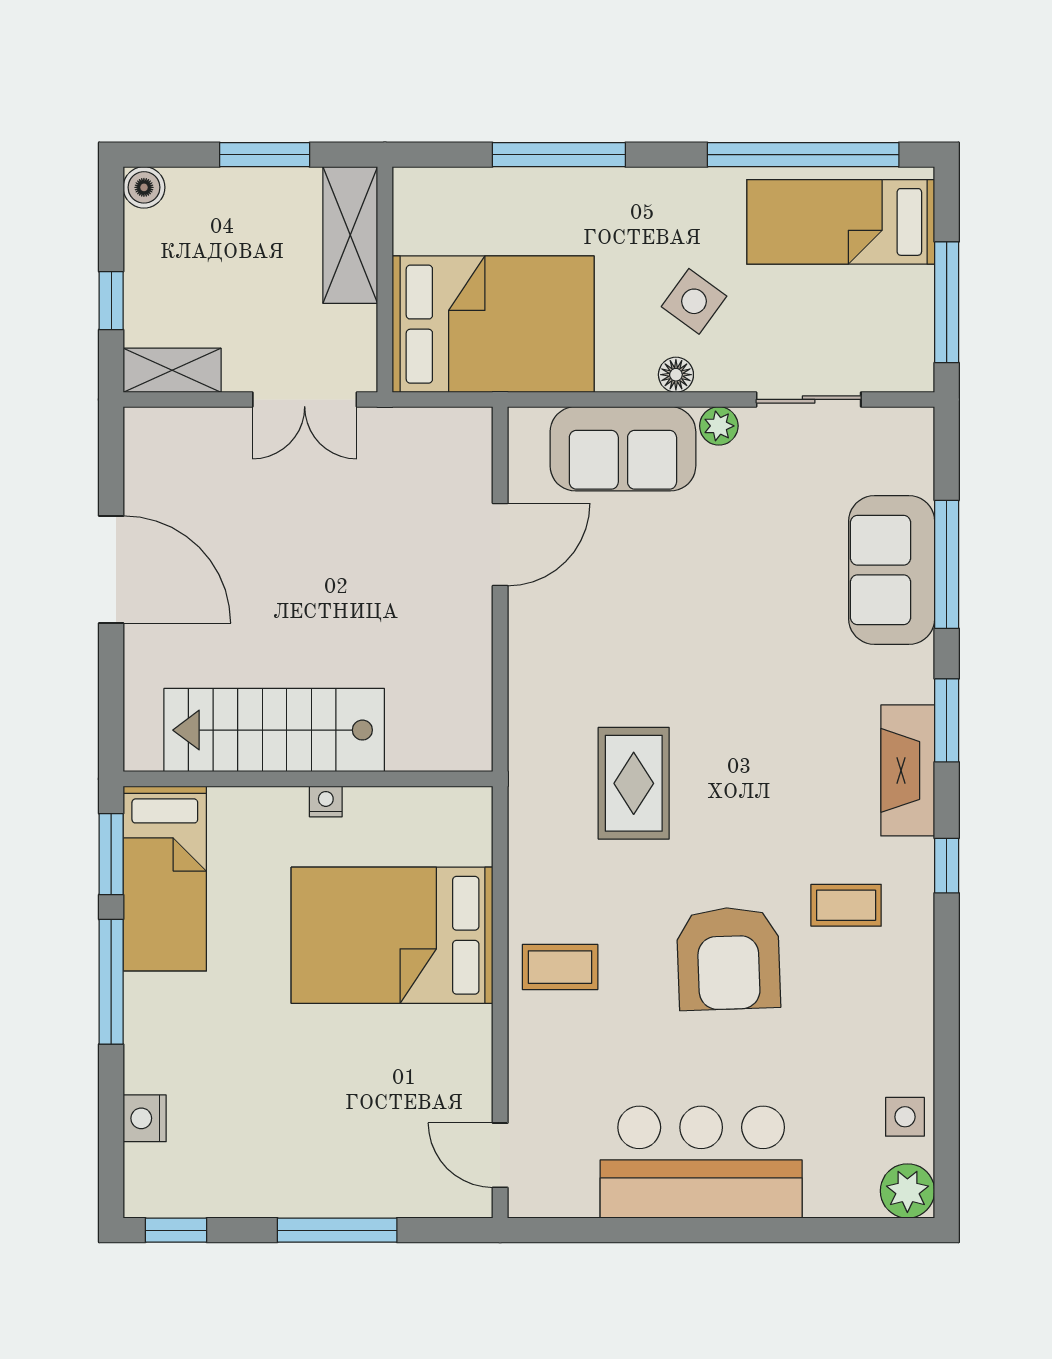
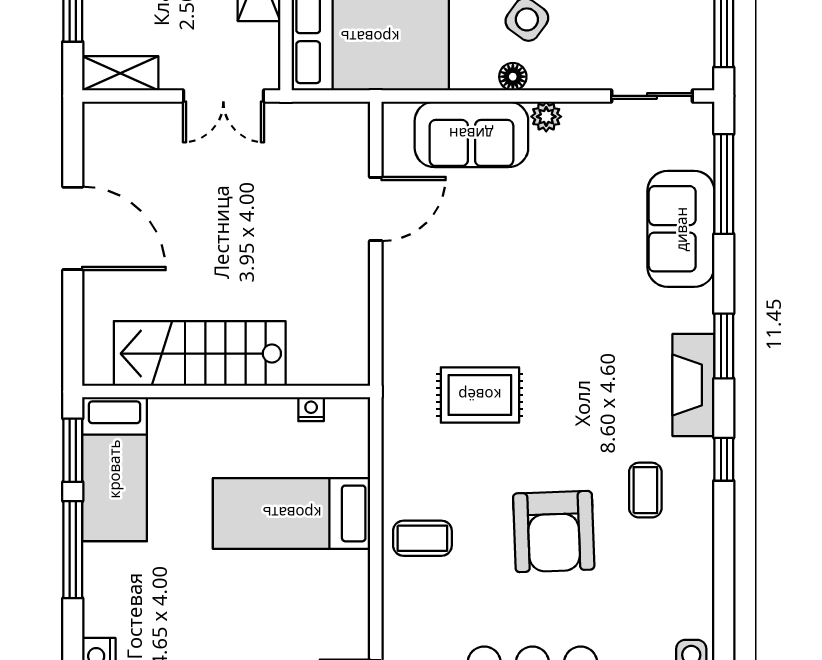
sliding door: (809, 399) -> (652, 96), moved
window: (947, 564) -> (724, 184), moved
rug: (634, 783) -> (480, 395), turned 90
nightstand: (326, 801) -> (311, 409), moved
coffee table: (846, 905) -> (645, 490), turned 90
bed: (392, 935) -> (292, 513), width x0.67

